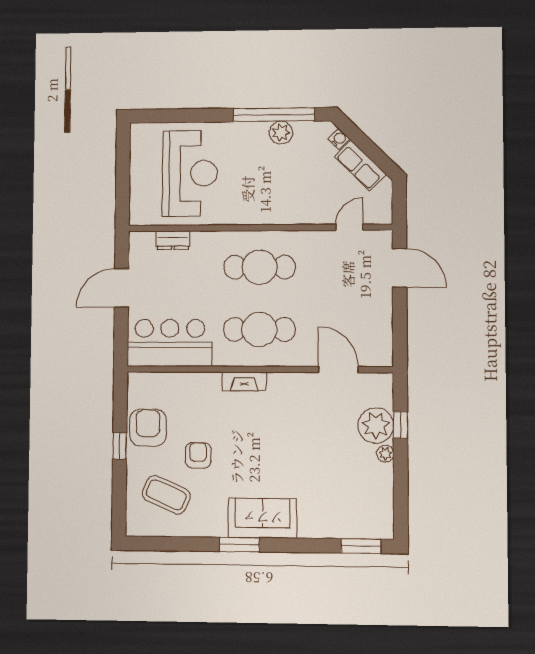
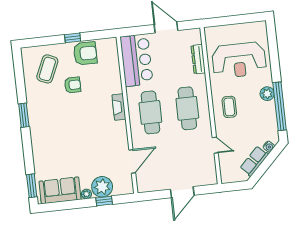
plant: (281, 133) -> (267, 94), moved
coffee table: (265, 197) -> (229, 107), added
door: (349, 227) -> (215, 145), moved
dresser: (173, 240) -> (198, 59), width x1.44
door: (400, 268) -> (182, 192), moved
sofa: (263, 518) -> (60, 190), moved, turned -90

